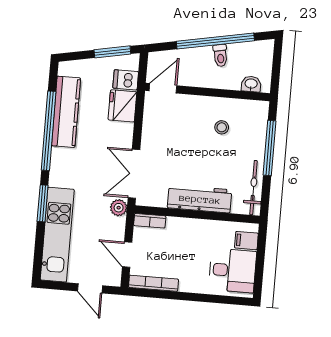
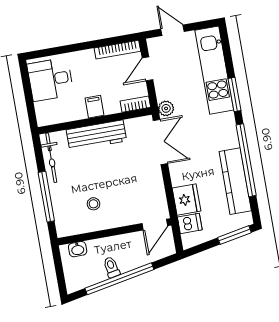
window: (112, 52) -> (234, 235), moved
filing cabinet: (246, 241) -> (95, 107), moved, turned -90
door: (127, 255) -> (147, 69), swing flipped

